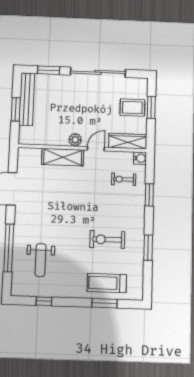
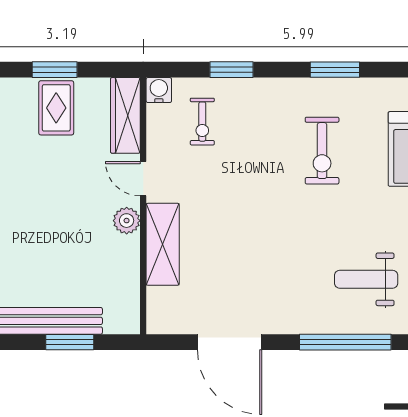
weight bench: (40, 260) -> (366, 279), turned 180

